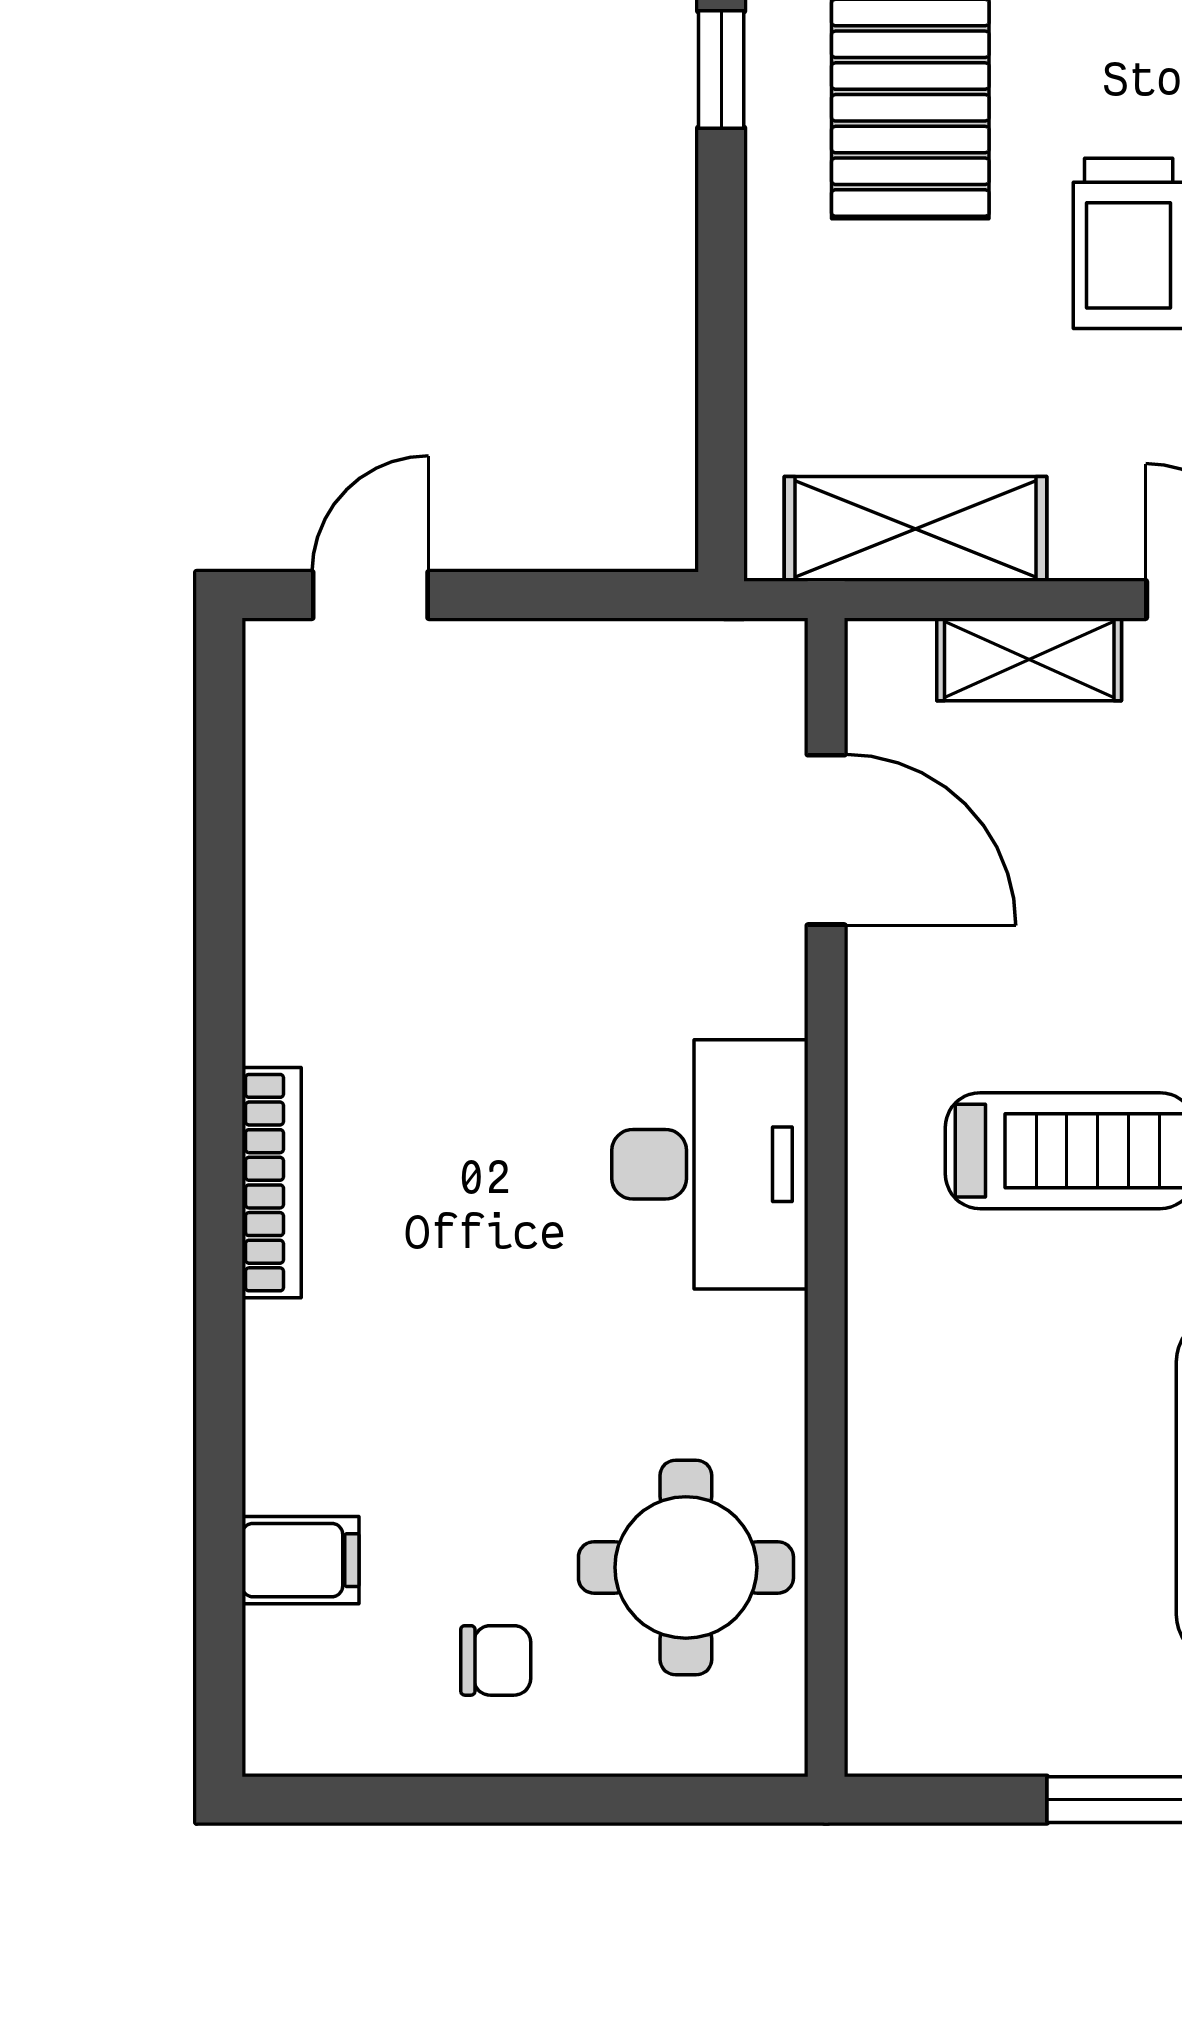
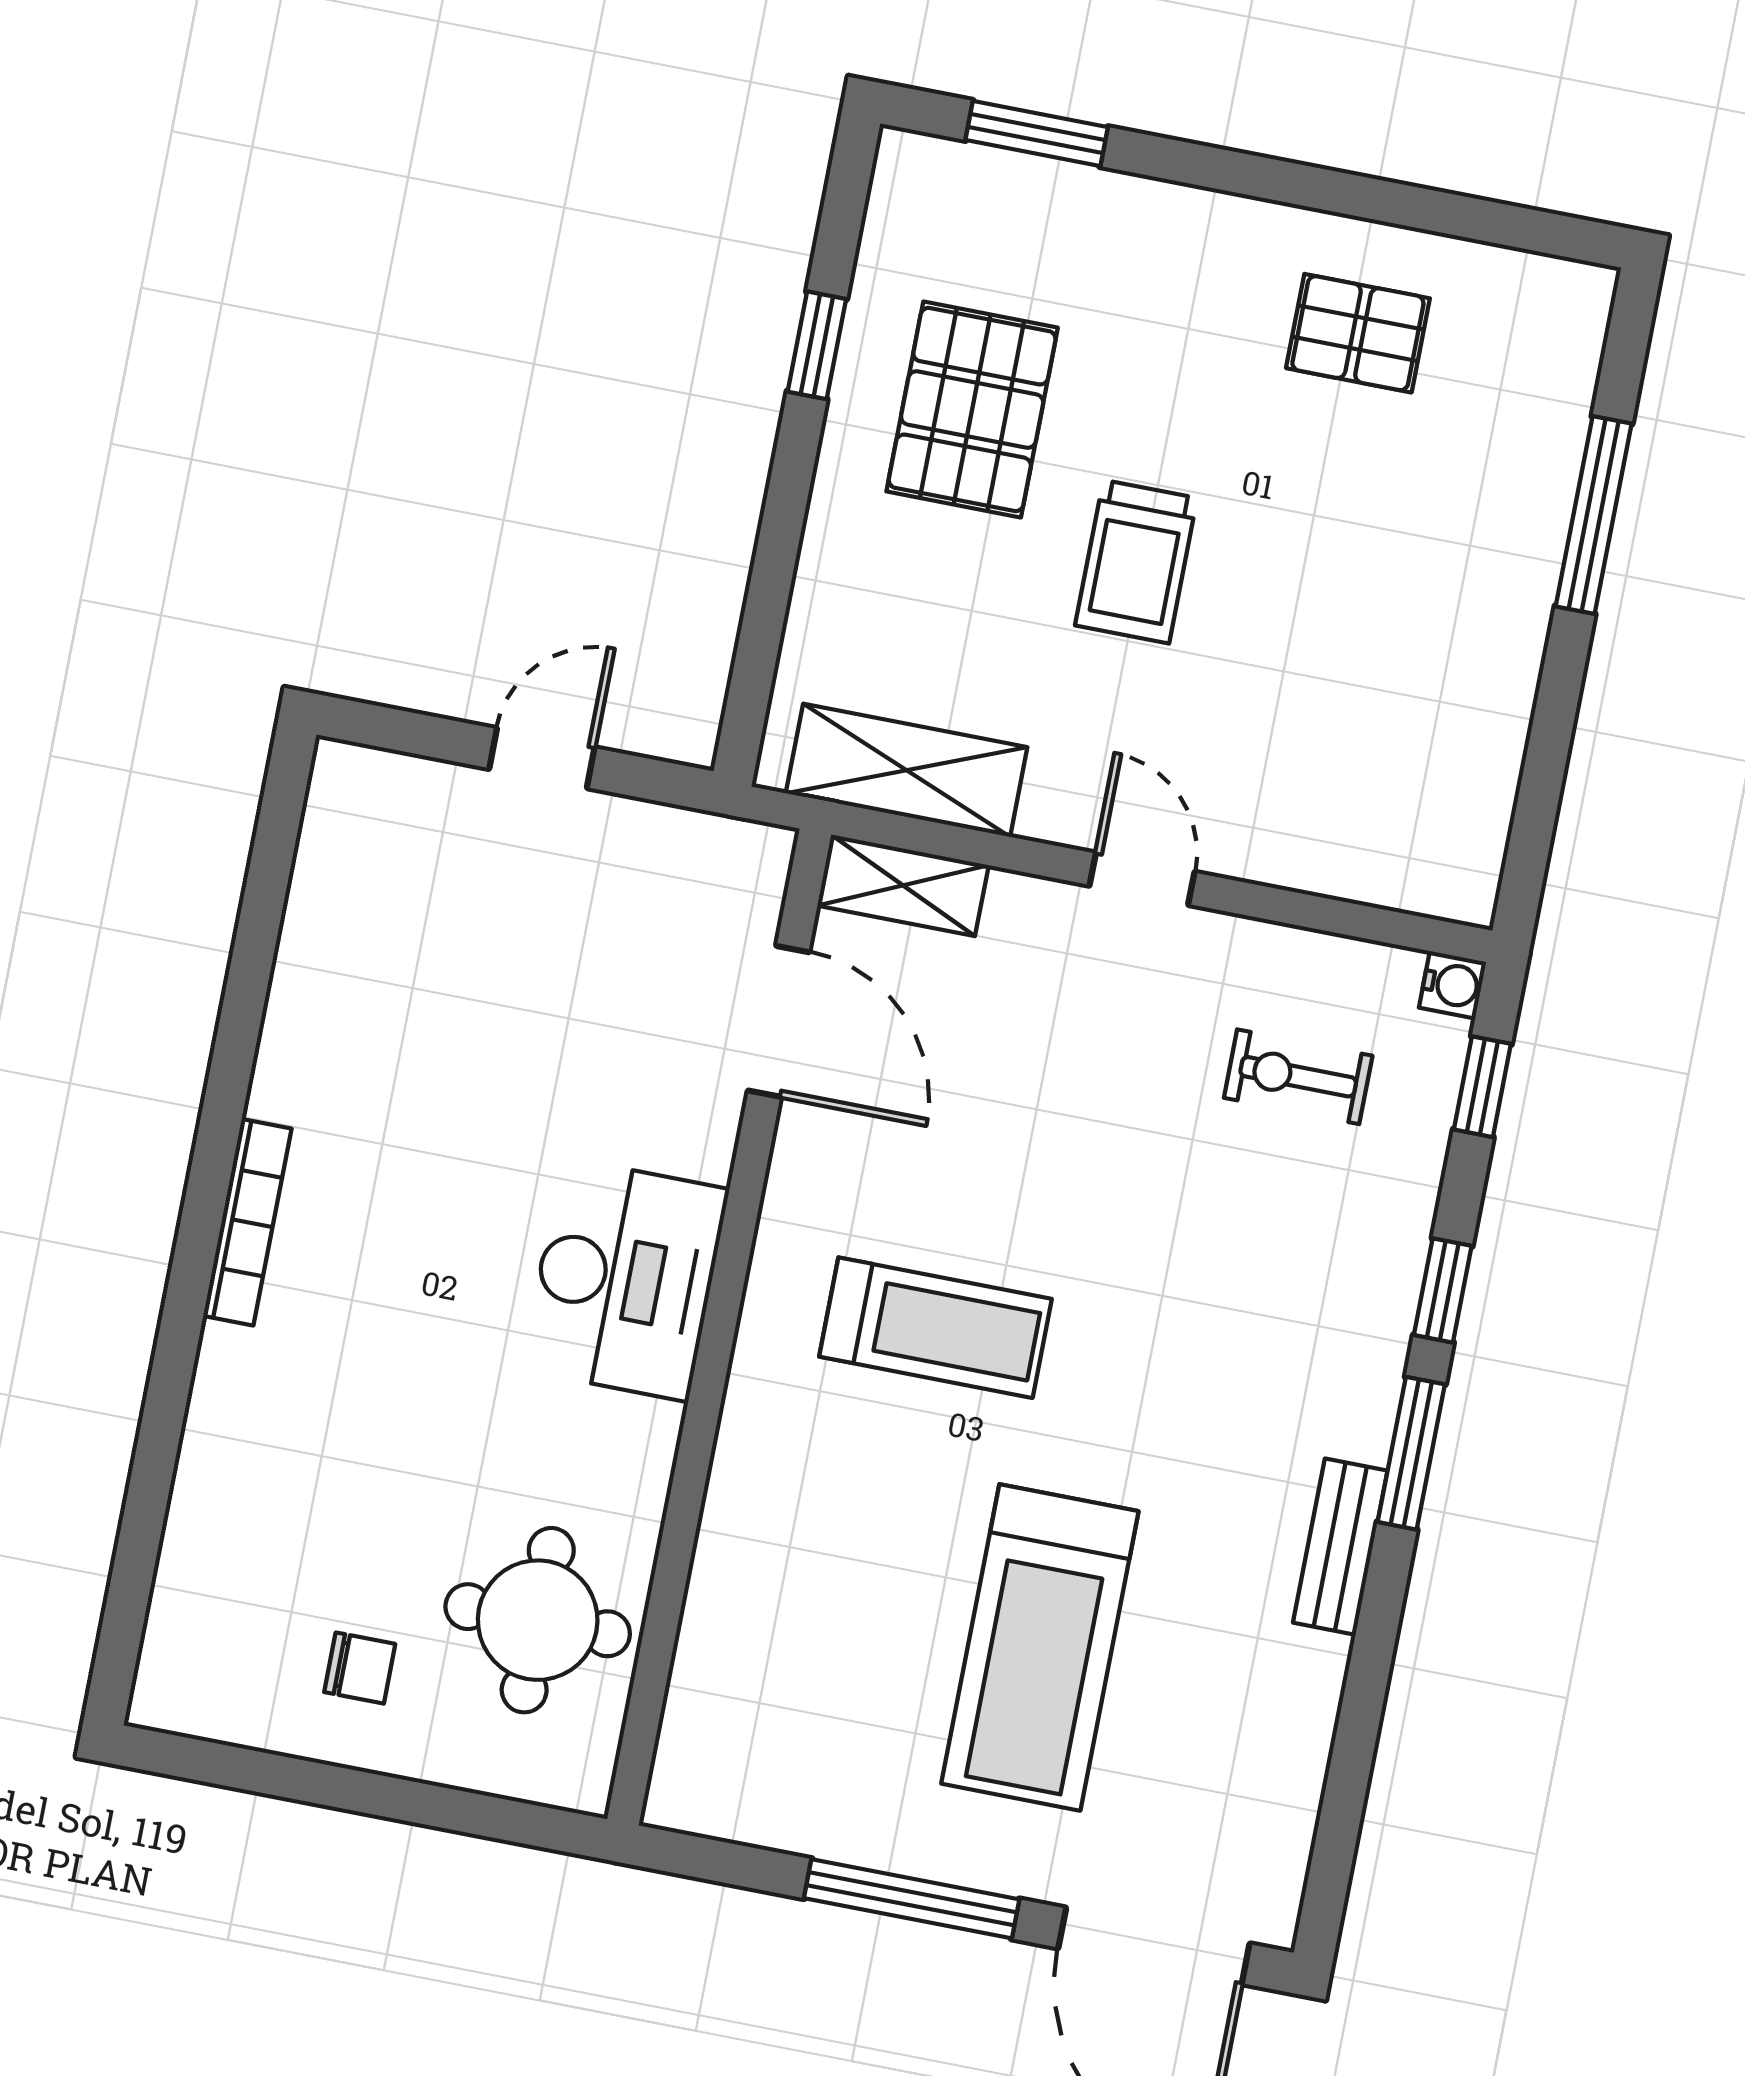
door: (370, 595) -> (542, 758), moved
shelving: (1029, 659) -> (903, 885), moved
filing cabinet: (300, 1560) -> (209, 1550), removed

